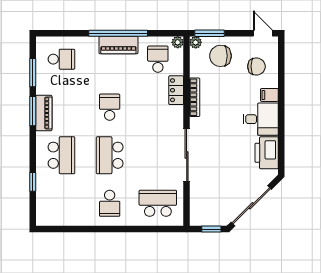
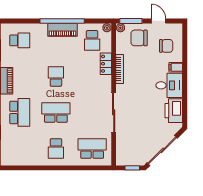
door: (263, 33) -> (159, 21), moved
school desk: (158, 59) -> (92, 40), turned 180
school desk: (110, 155) -> (56, 112), turned 90

